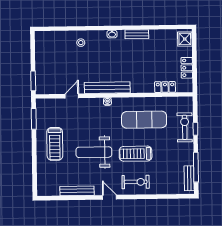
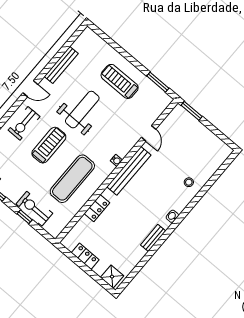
locker: (165, 87) -> (97, 208), moved
exercise bike: (185, 127) -> (34, 209), turned 180

